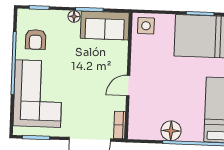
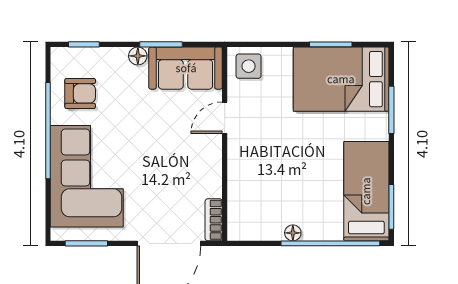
armchair: (36, 39) -> (80, 93), turned -90
door: (128, 86) -> (225, 118), moved
floor lamp: (171, 131) -> (293, 233), width x0.53, depth x0.53

